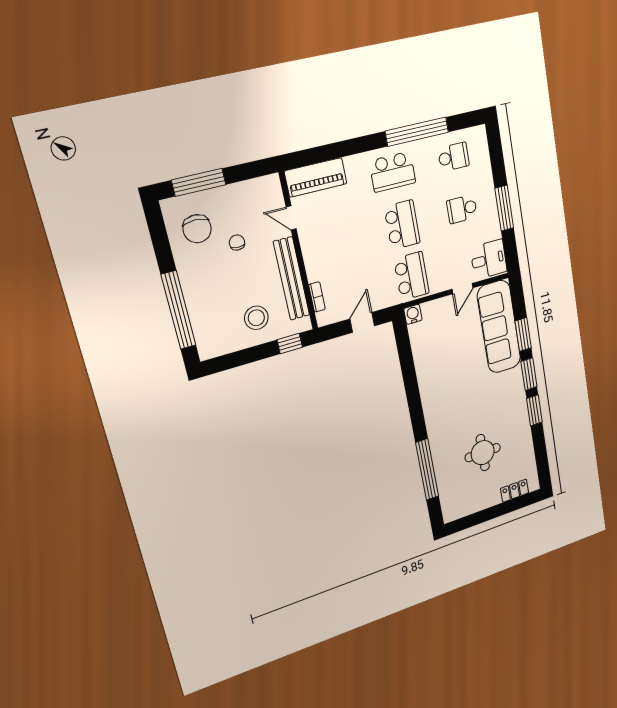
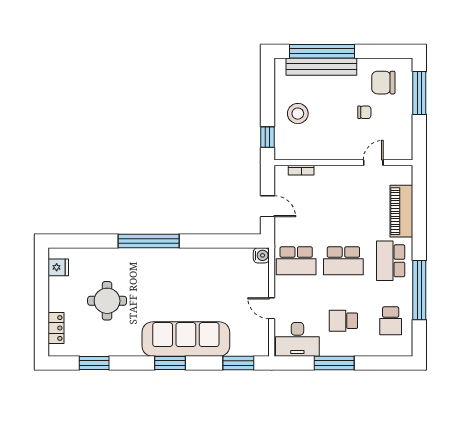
piano: (316, 177) -> (401, 211), moved
school desk: (462, 209) -> (343, 321), turned -90
desk: (489, 259) -> (297, 339), width x1.37
bench: (291, 279) -> (321, 67), moved
sofa: (499, 327) -> (186, 339), moved
window: (523, 334) -> (238, 363), moved
window: (534, 410) -> (94, 363), moved
window: (427, 470) -> (149, 241), moved
fridge: (460, 508) -> (58, 267), added

